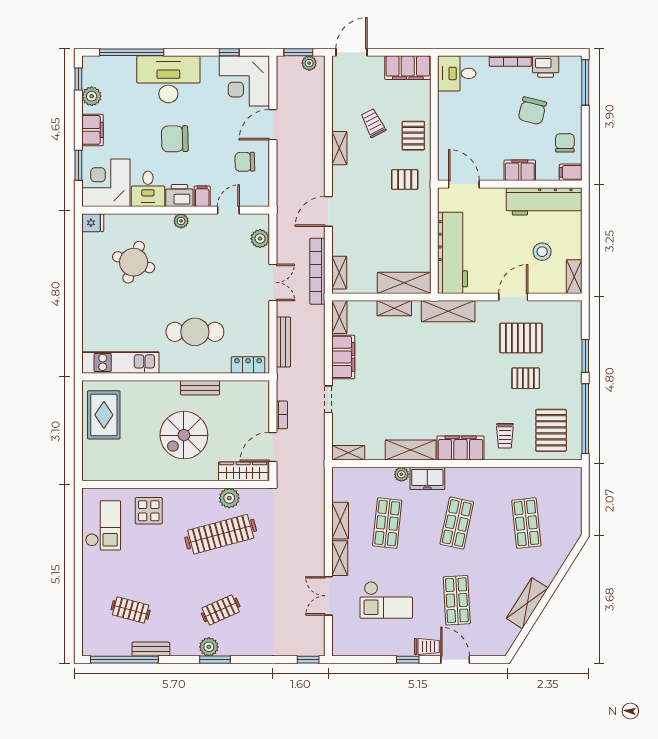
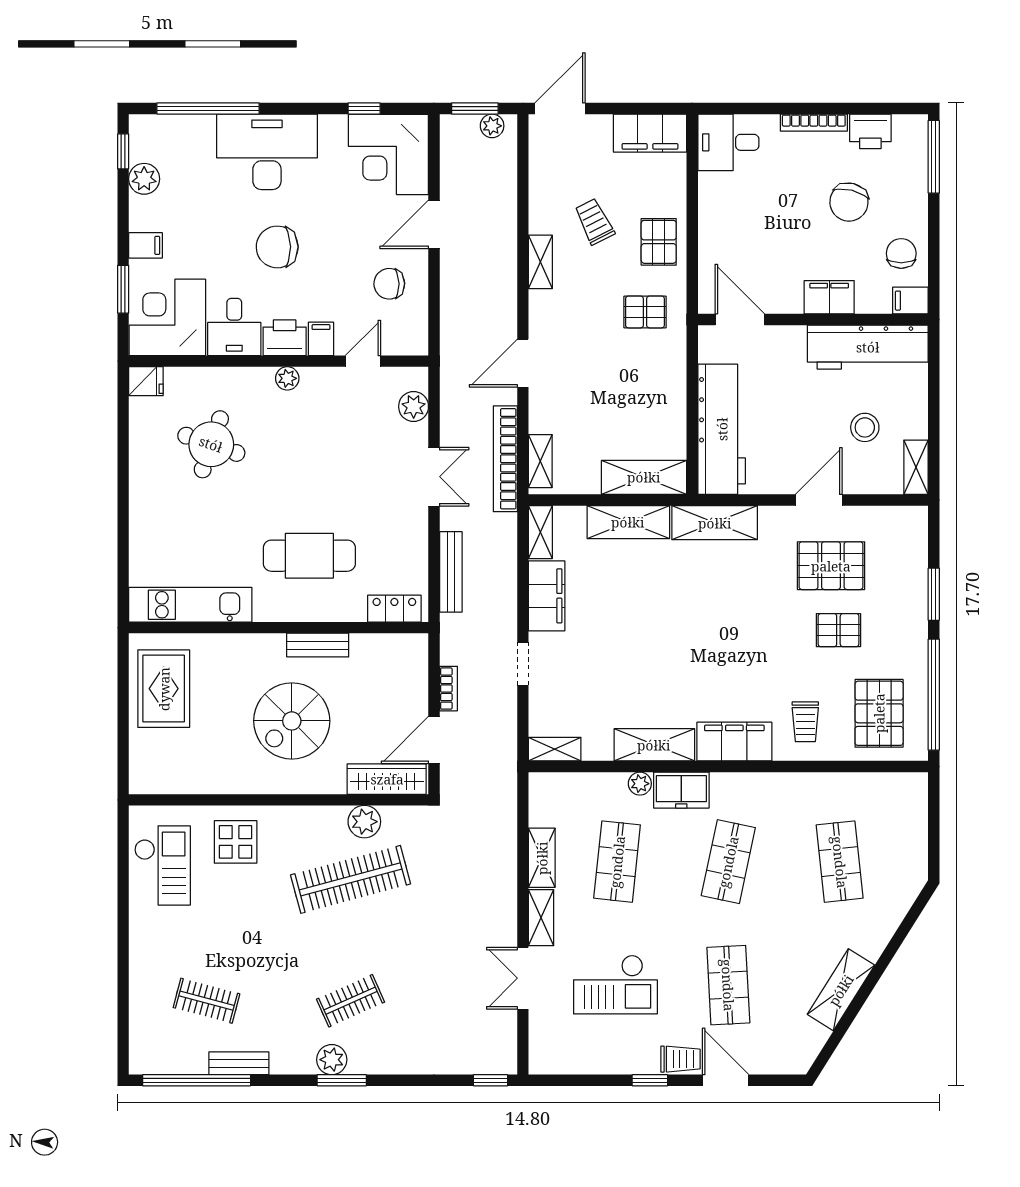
filing cabinet: (92, 130) -> (145, 245), width x0.50
shelving: (394, 308) -> (628, 522), width x1.50, depth x1.33

